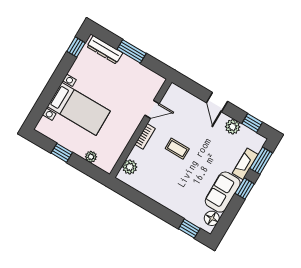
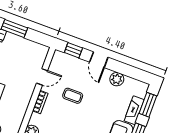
window: (252, 123) -> (73, 50), moved
coffee table: (177, 149) -> (73, 96), moved

